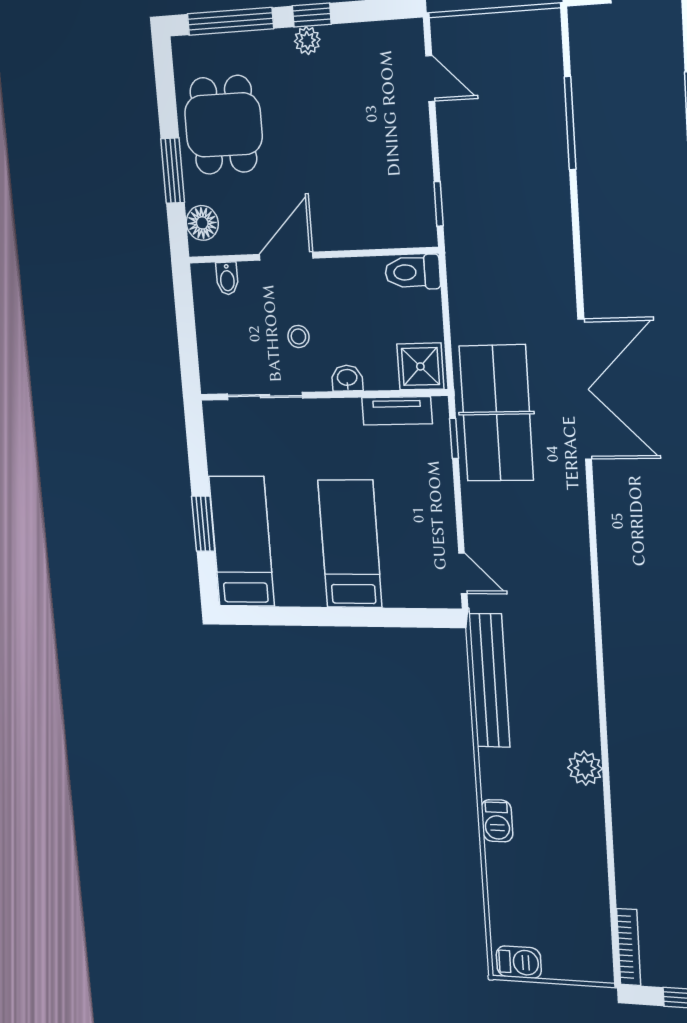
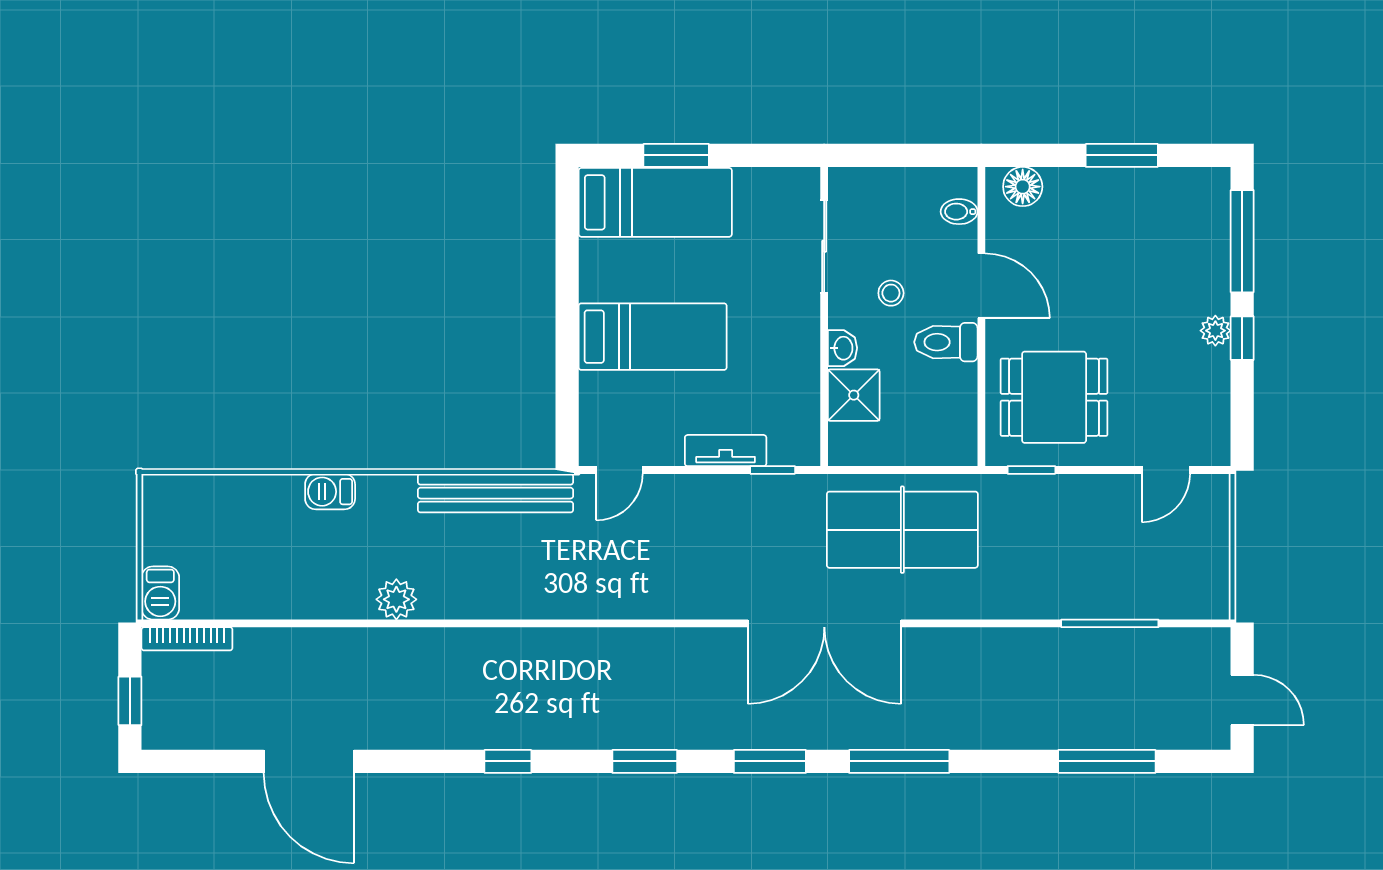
dining table: (223, 125) -> (1054, 397), moved
window: (173, 171) -> (1122, 155), moved
toilet: (413, 272) -> (946, 342), moved, turned -90
shower: (420, 366) -> (854, 395), moved
tv unit: (397, 411) -> (726, 451), moved, turned 90
table tennis table: (496, 413) -> (902, 530), moved
barbecue: (519, 962) -> (160, 593), moved

